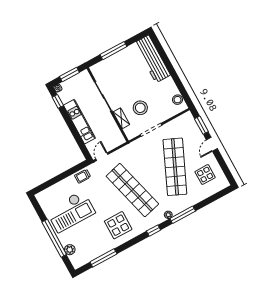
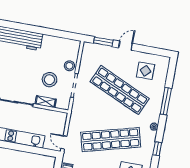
stool: (178, 100) -> (69, 66), moved
door: (212, 144) -> (125, 46), swing flipped
window: (183, 215) -> (166, 101), moved

